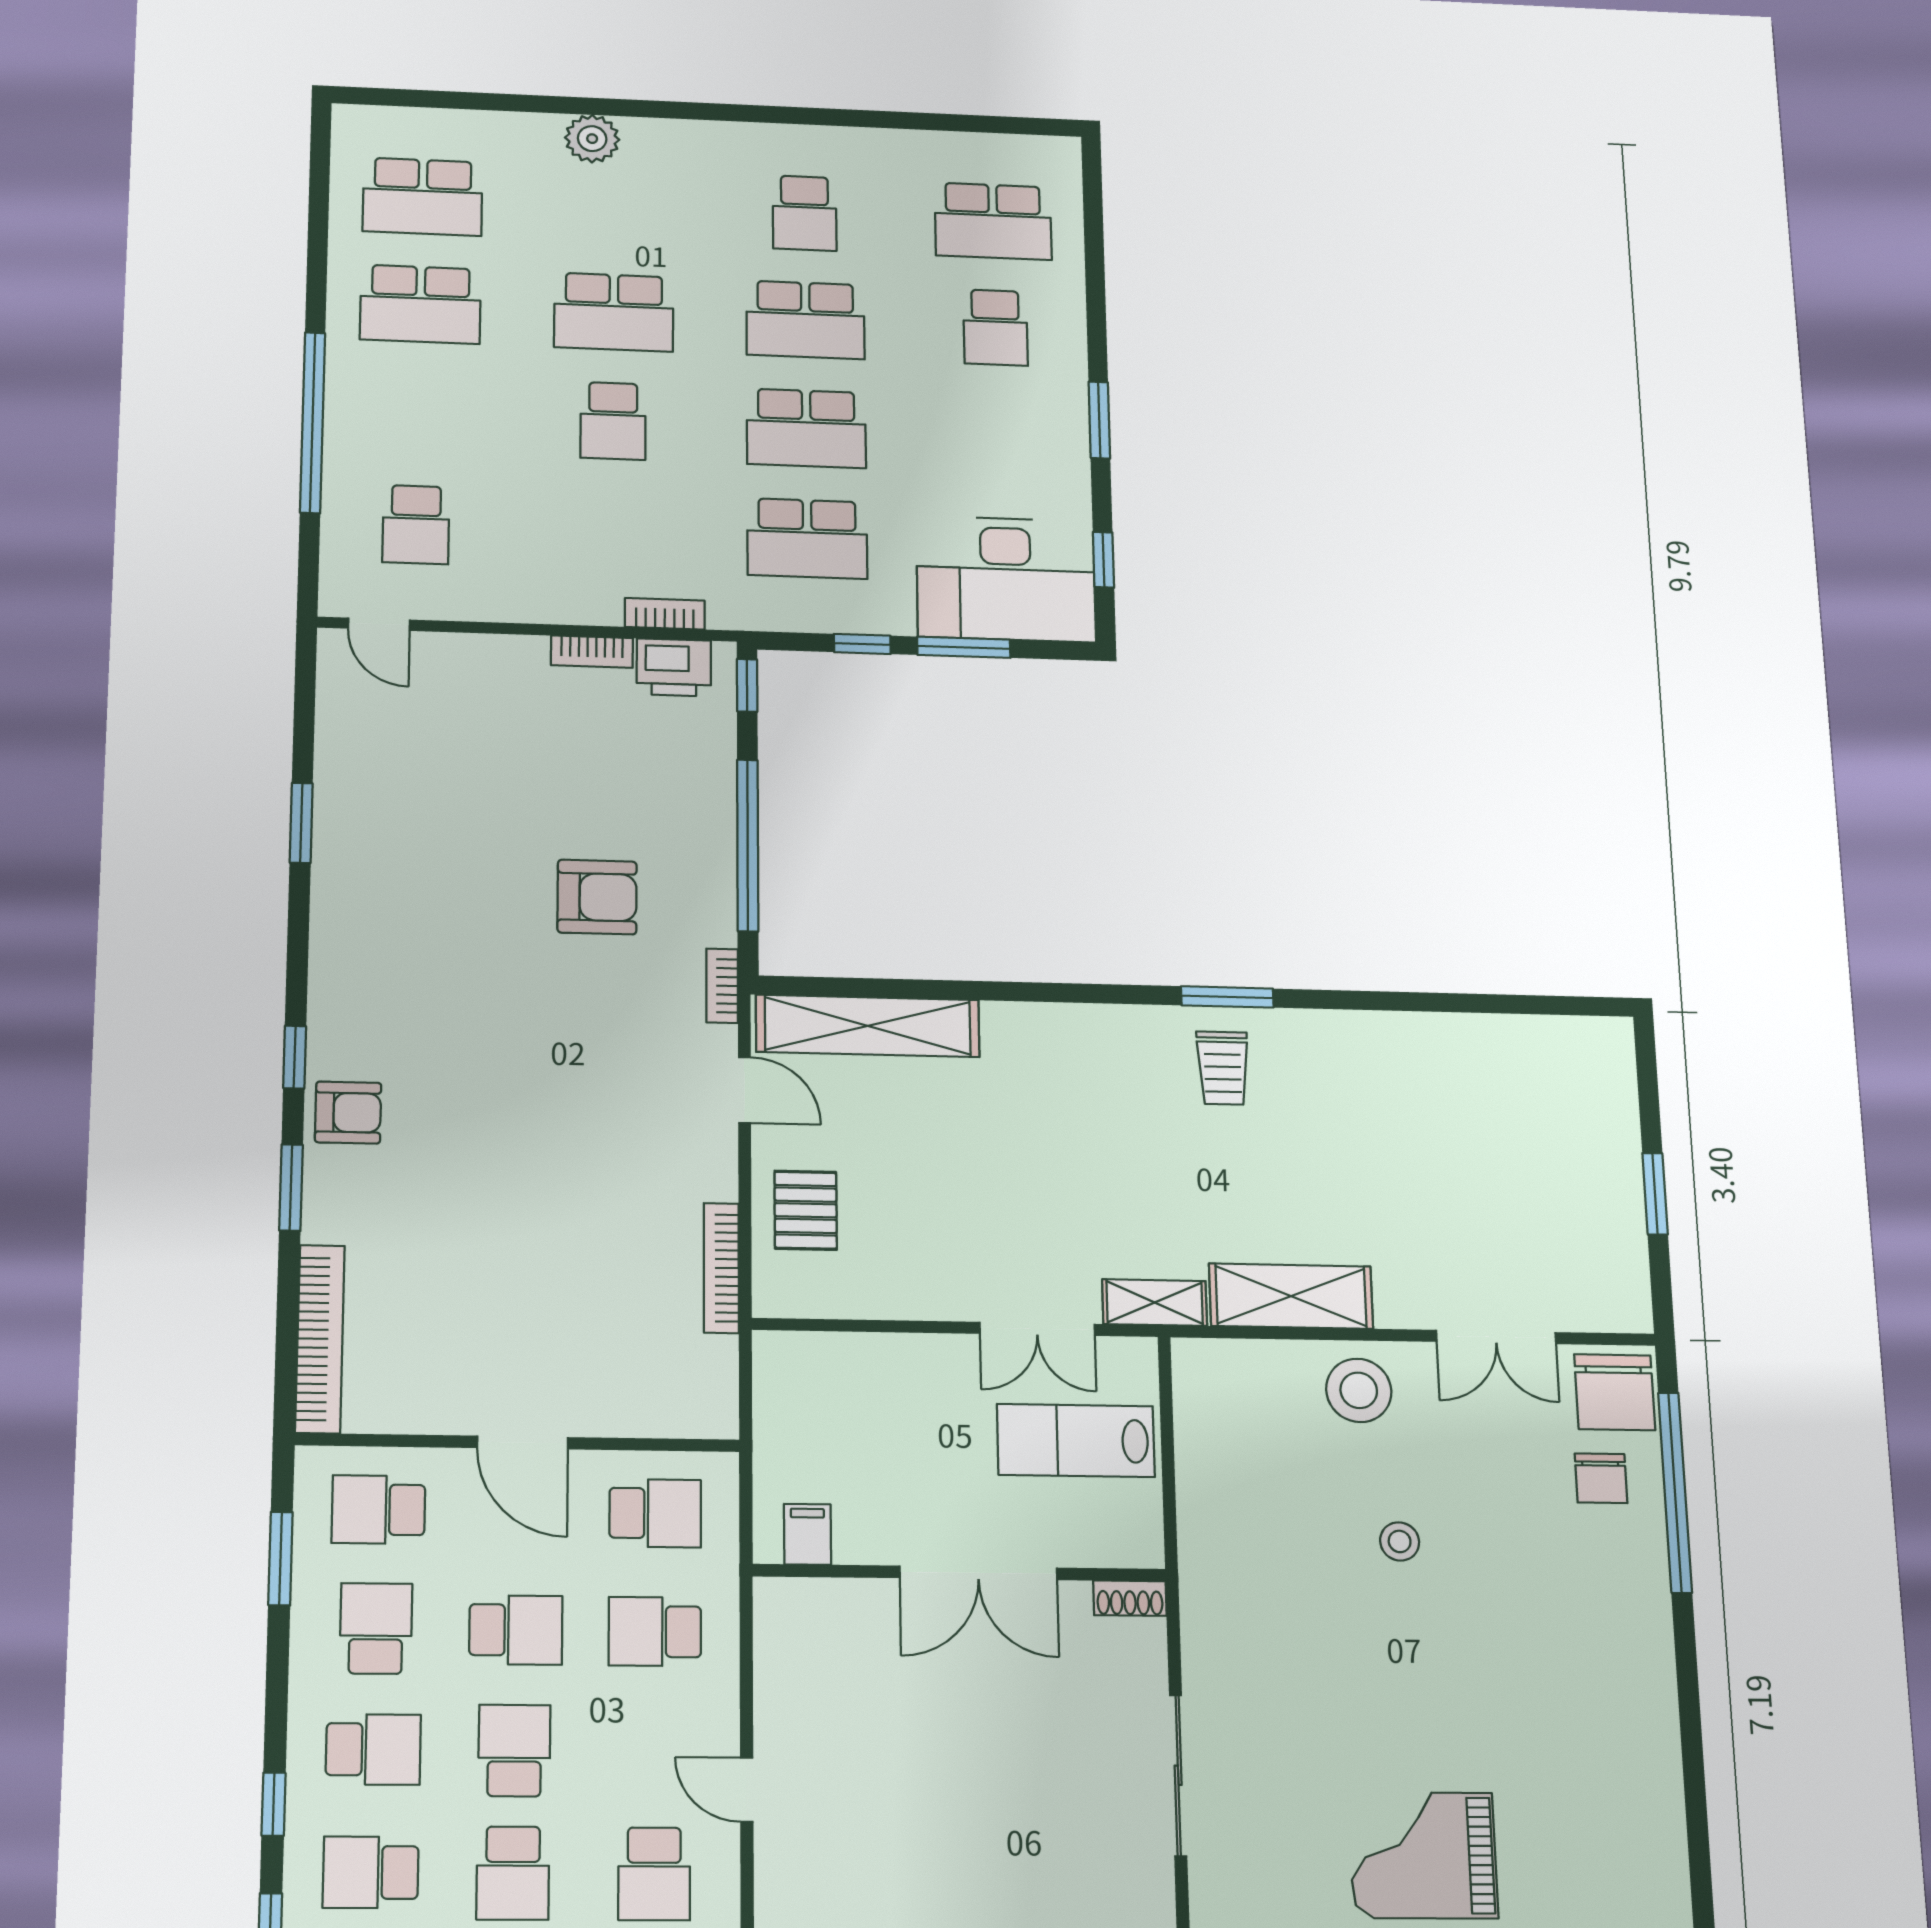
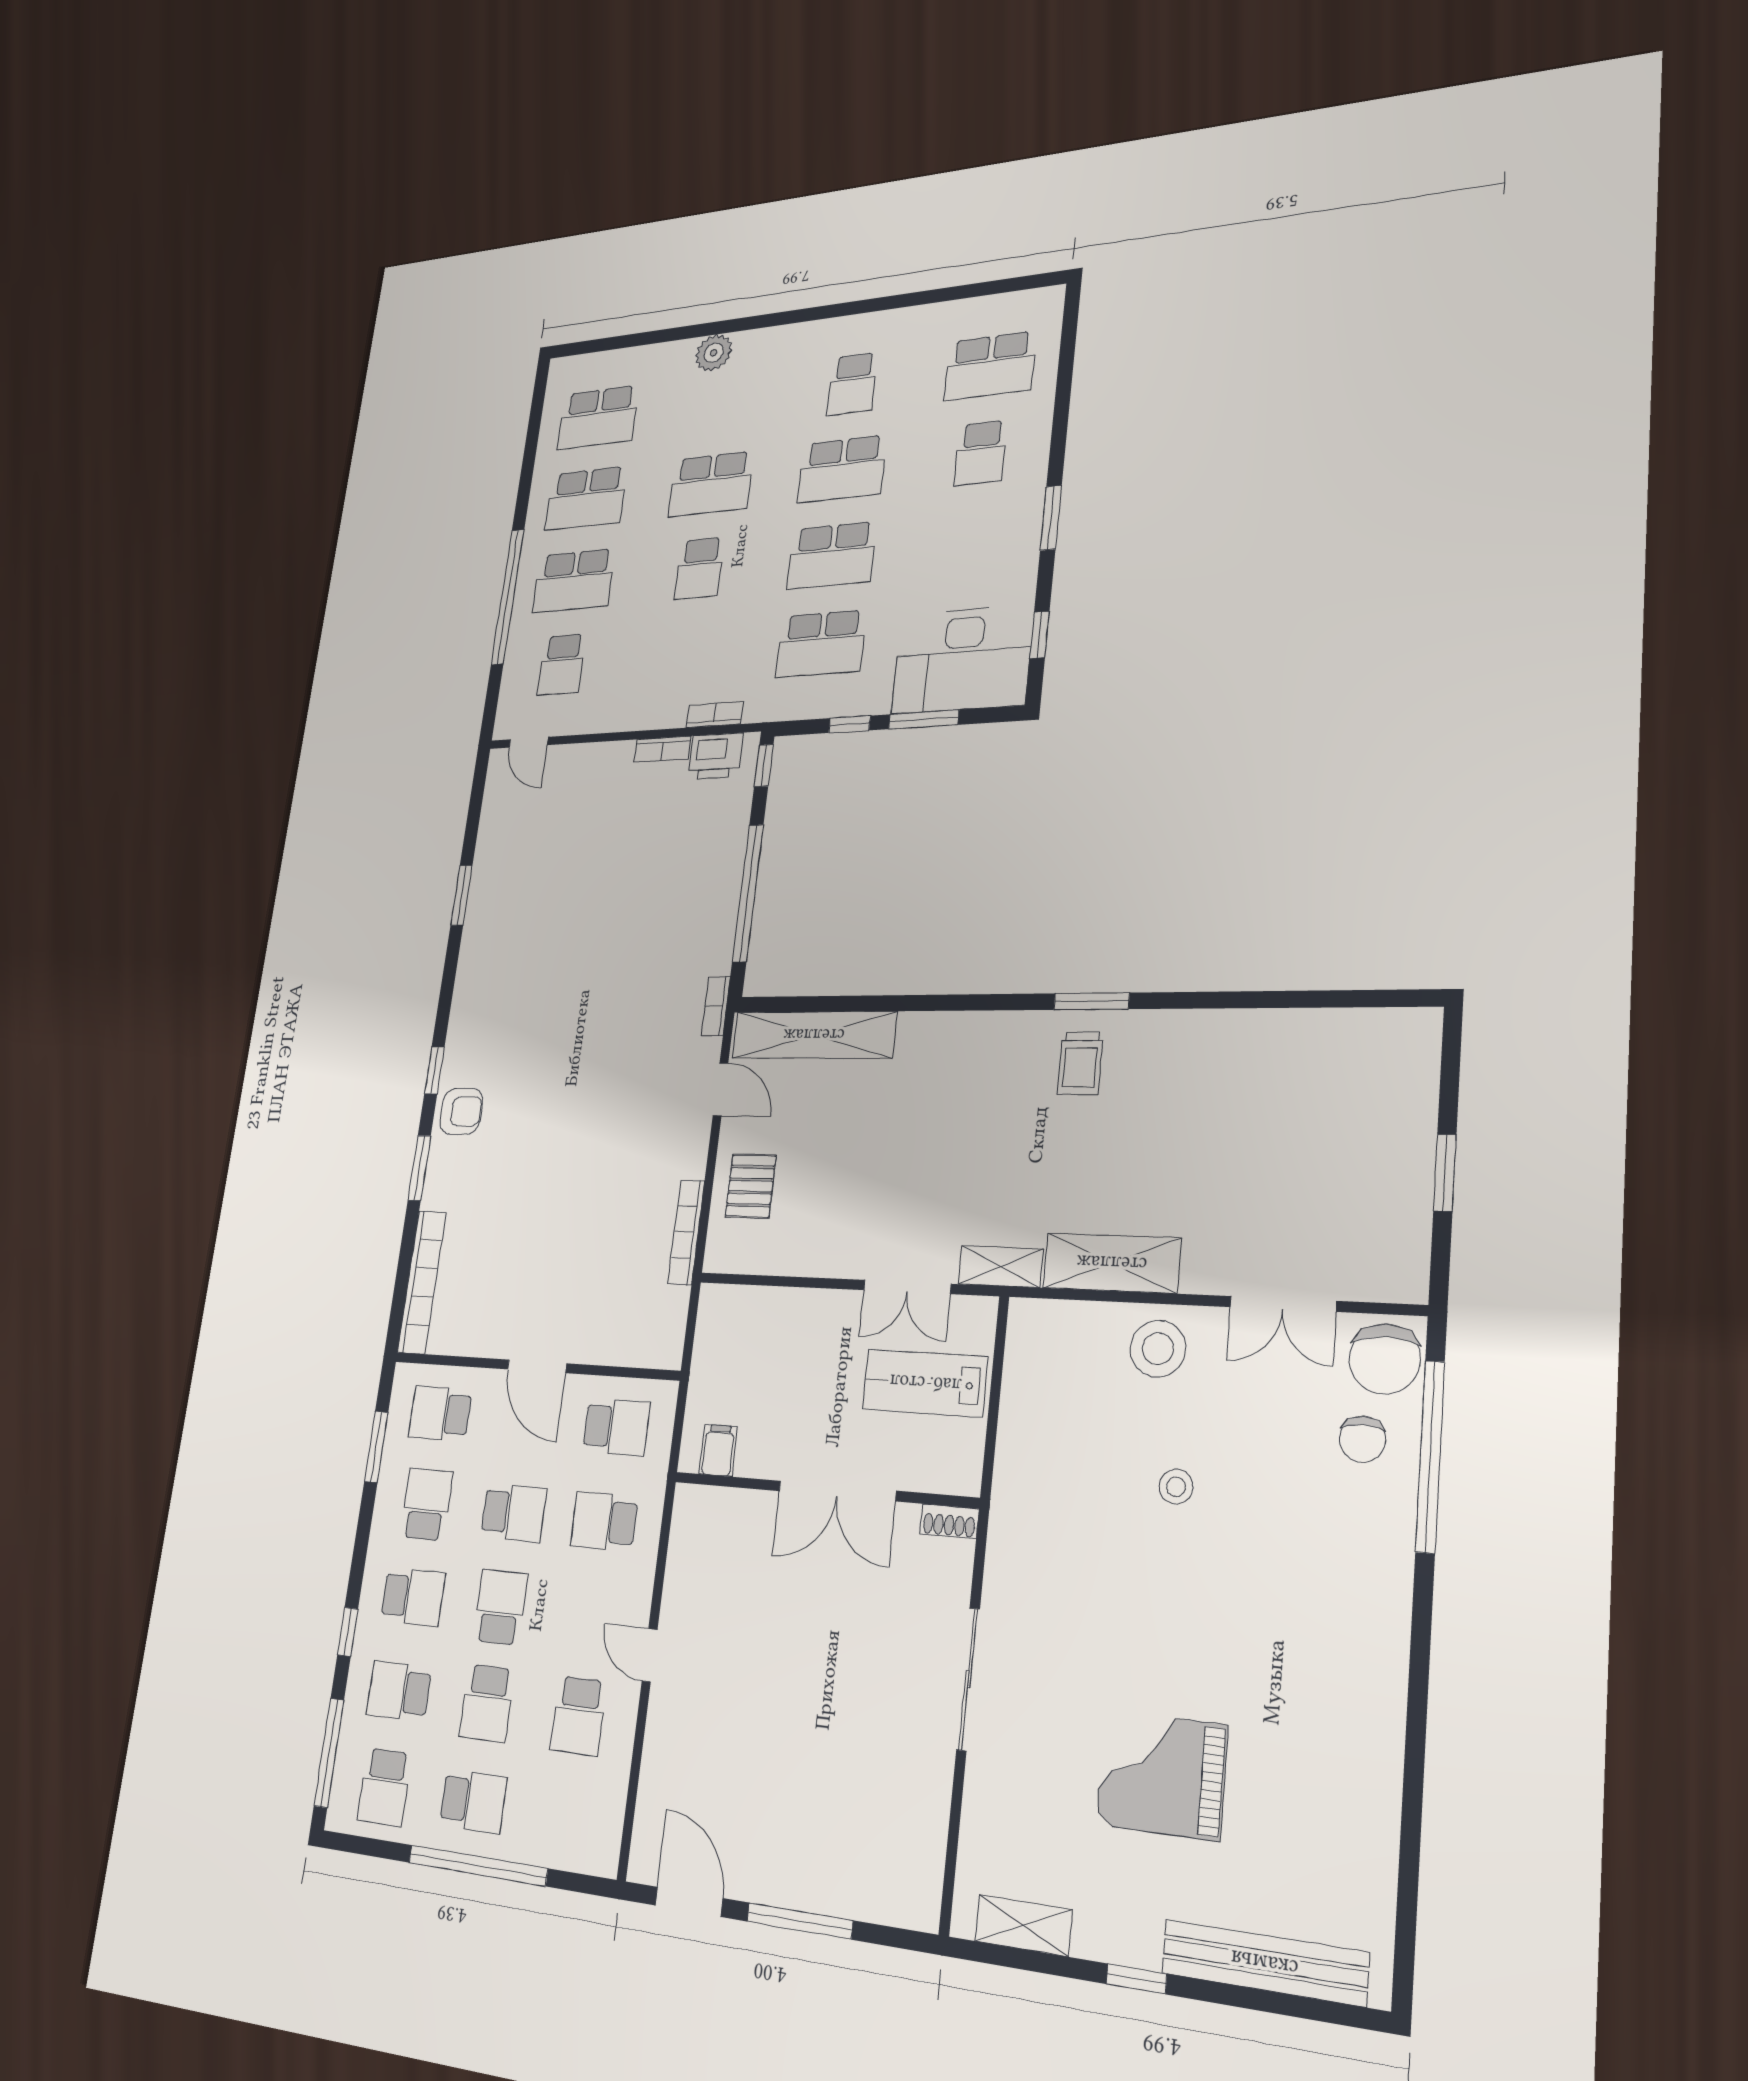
school desk: (418, 414) -> (574, 581), added
armchair: (597, 897) -> (641, 940), removed

